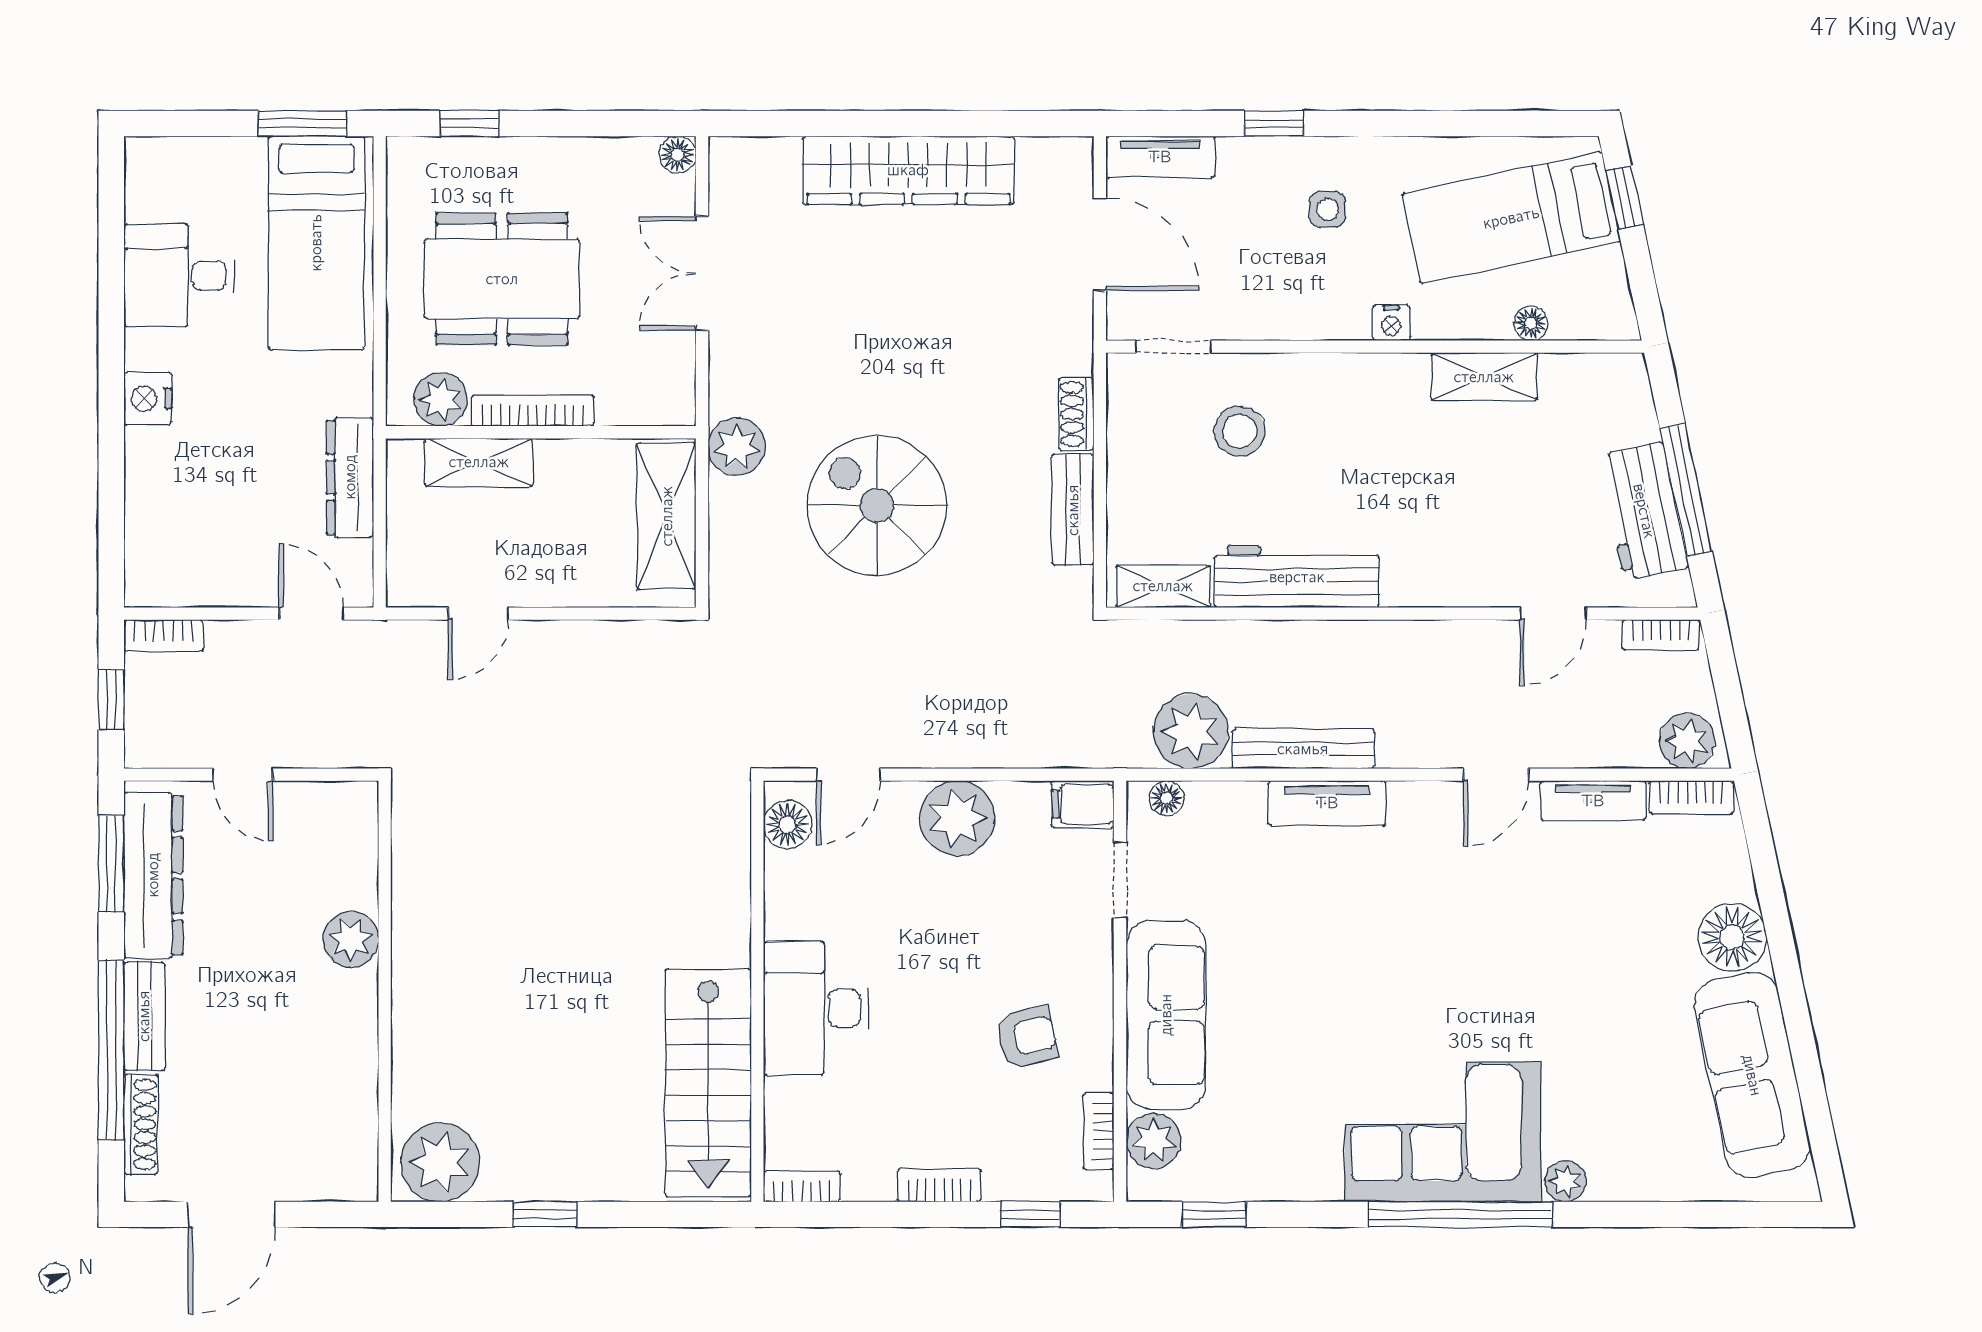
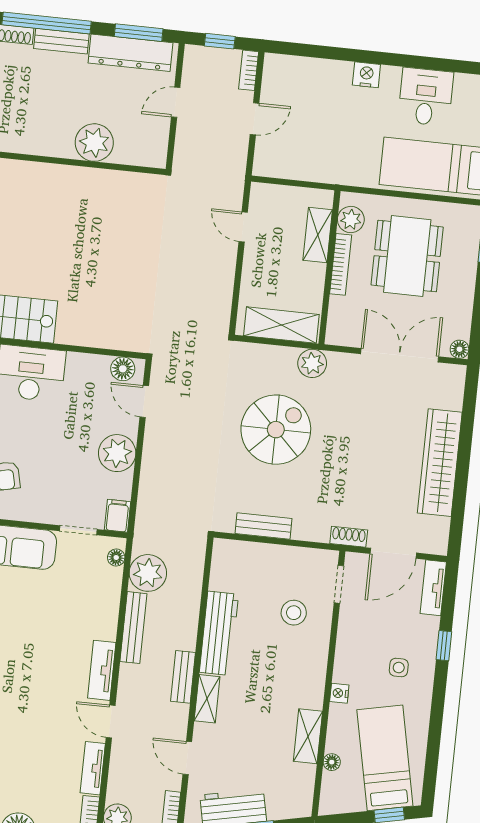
double door: (702, 273) -> (400, 355), width x1.37
shoe rack: (1076, 414) -> (349, 537), moved
dresser: (350, 477) -> (317, 171), removed
shelving: (1163, 586) -> (207, 699), moved
door: (311, 614) -> (254, 119), moved
bench: (1391, 639) -> (183, 677), added
tv unit: (1327, 803) -> (102, 670), moved
plant: (351, 939) -> (94, 143), width x1.36, depth x1.36

